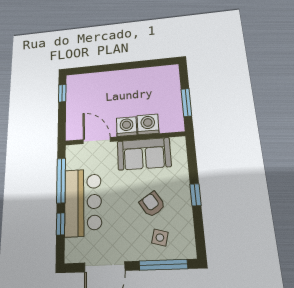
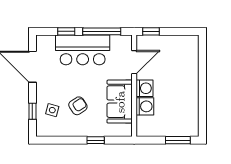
window: (62, 93) -> (151, 31), moved
window: (186, 102) -> (178, 140), moved
window: (196, 195) -> (96, 140), moved
window: (163, 265) -> (32, 111), width x0.46

